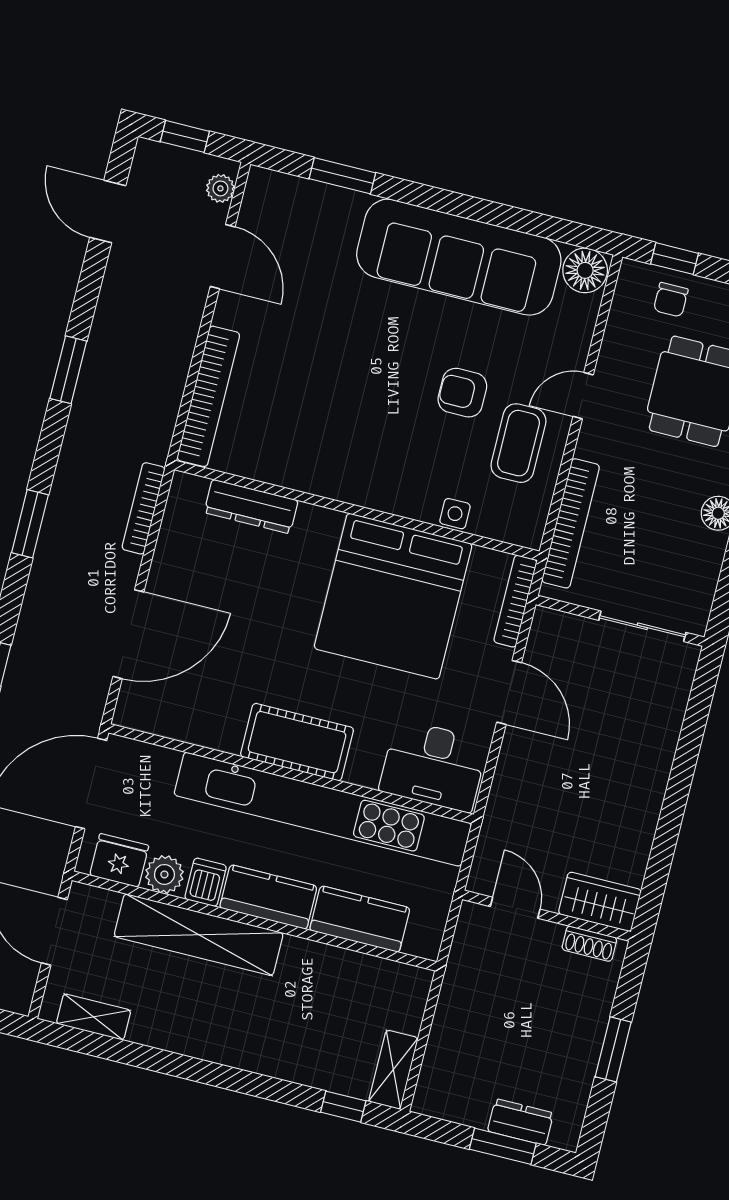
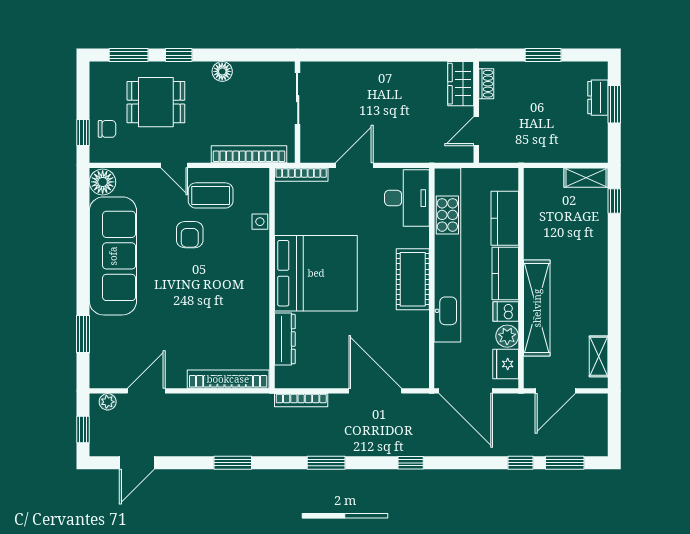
bed: (393, 596) -> (316, 273), moved

